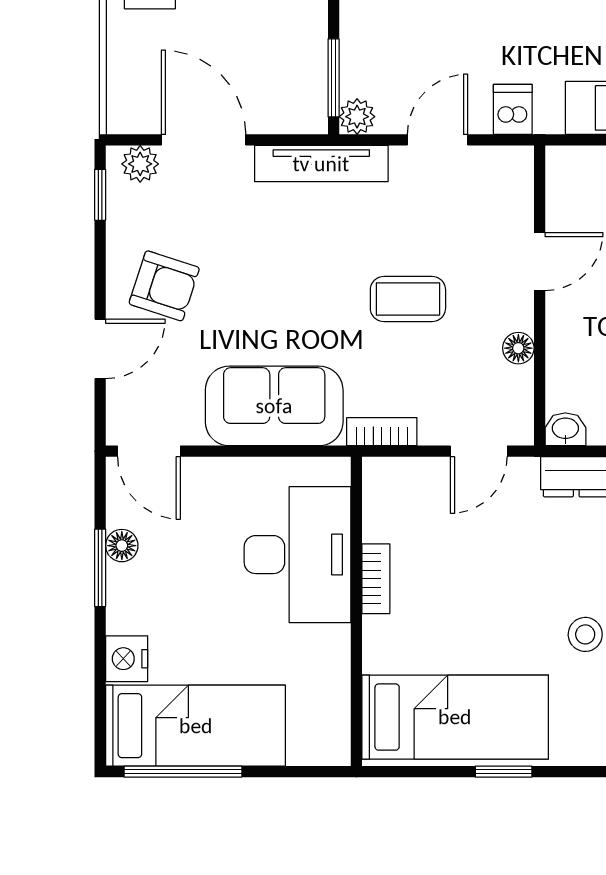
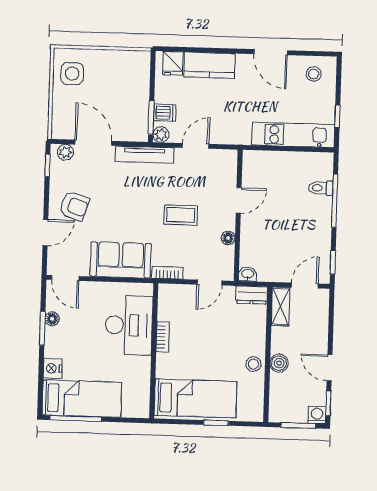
dishwasher: (513, 109) -> (165, 113), moved, turned 90

